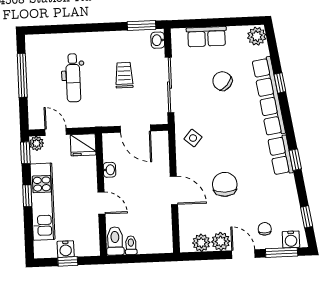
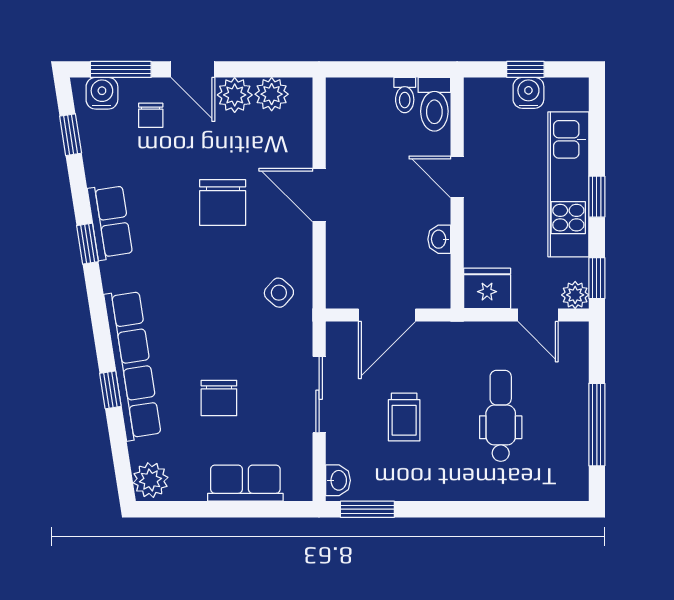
chair: (222, 81) -> (219, 398), turned 49
sliding door: (170, 85) -> (319, 395), width x0.73
door: (135, 129) -> (387, 315), swing flipped
row of seats: (281, 155) -> (110, 222), moved

